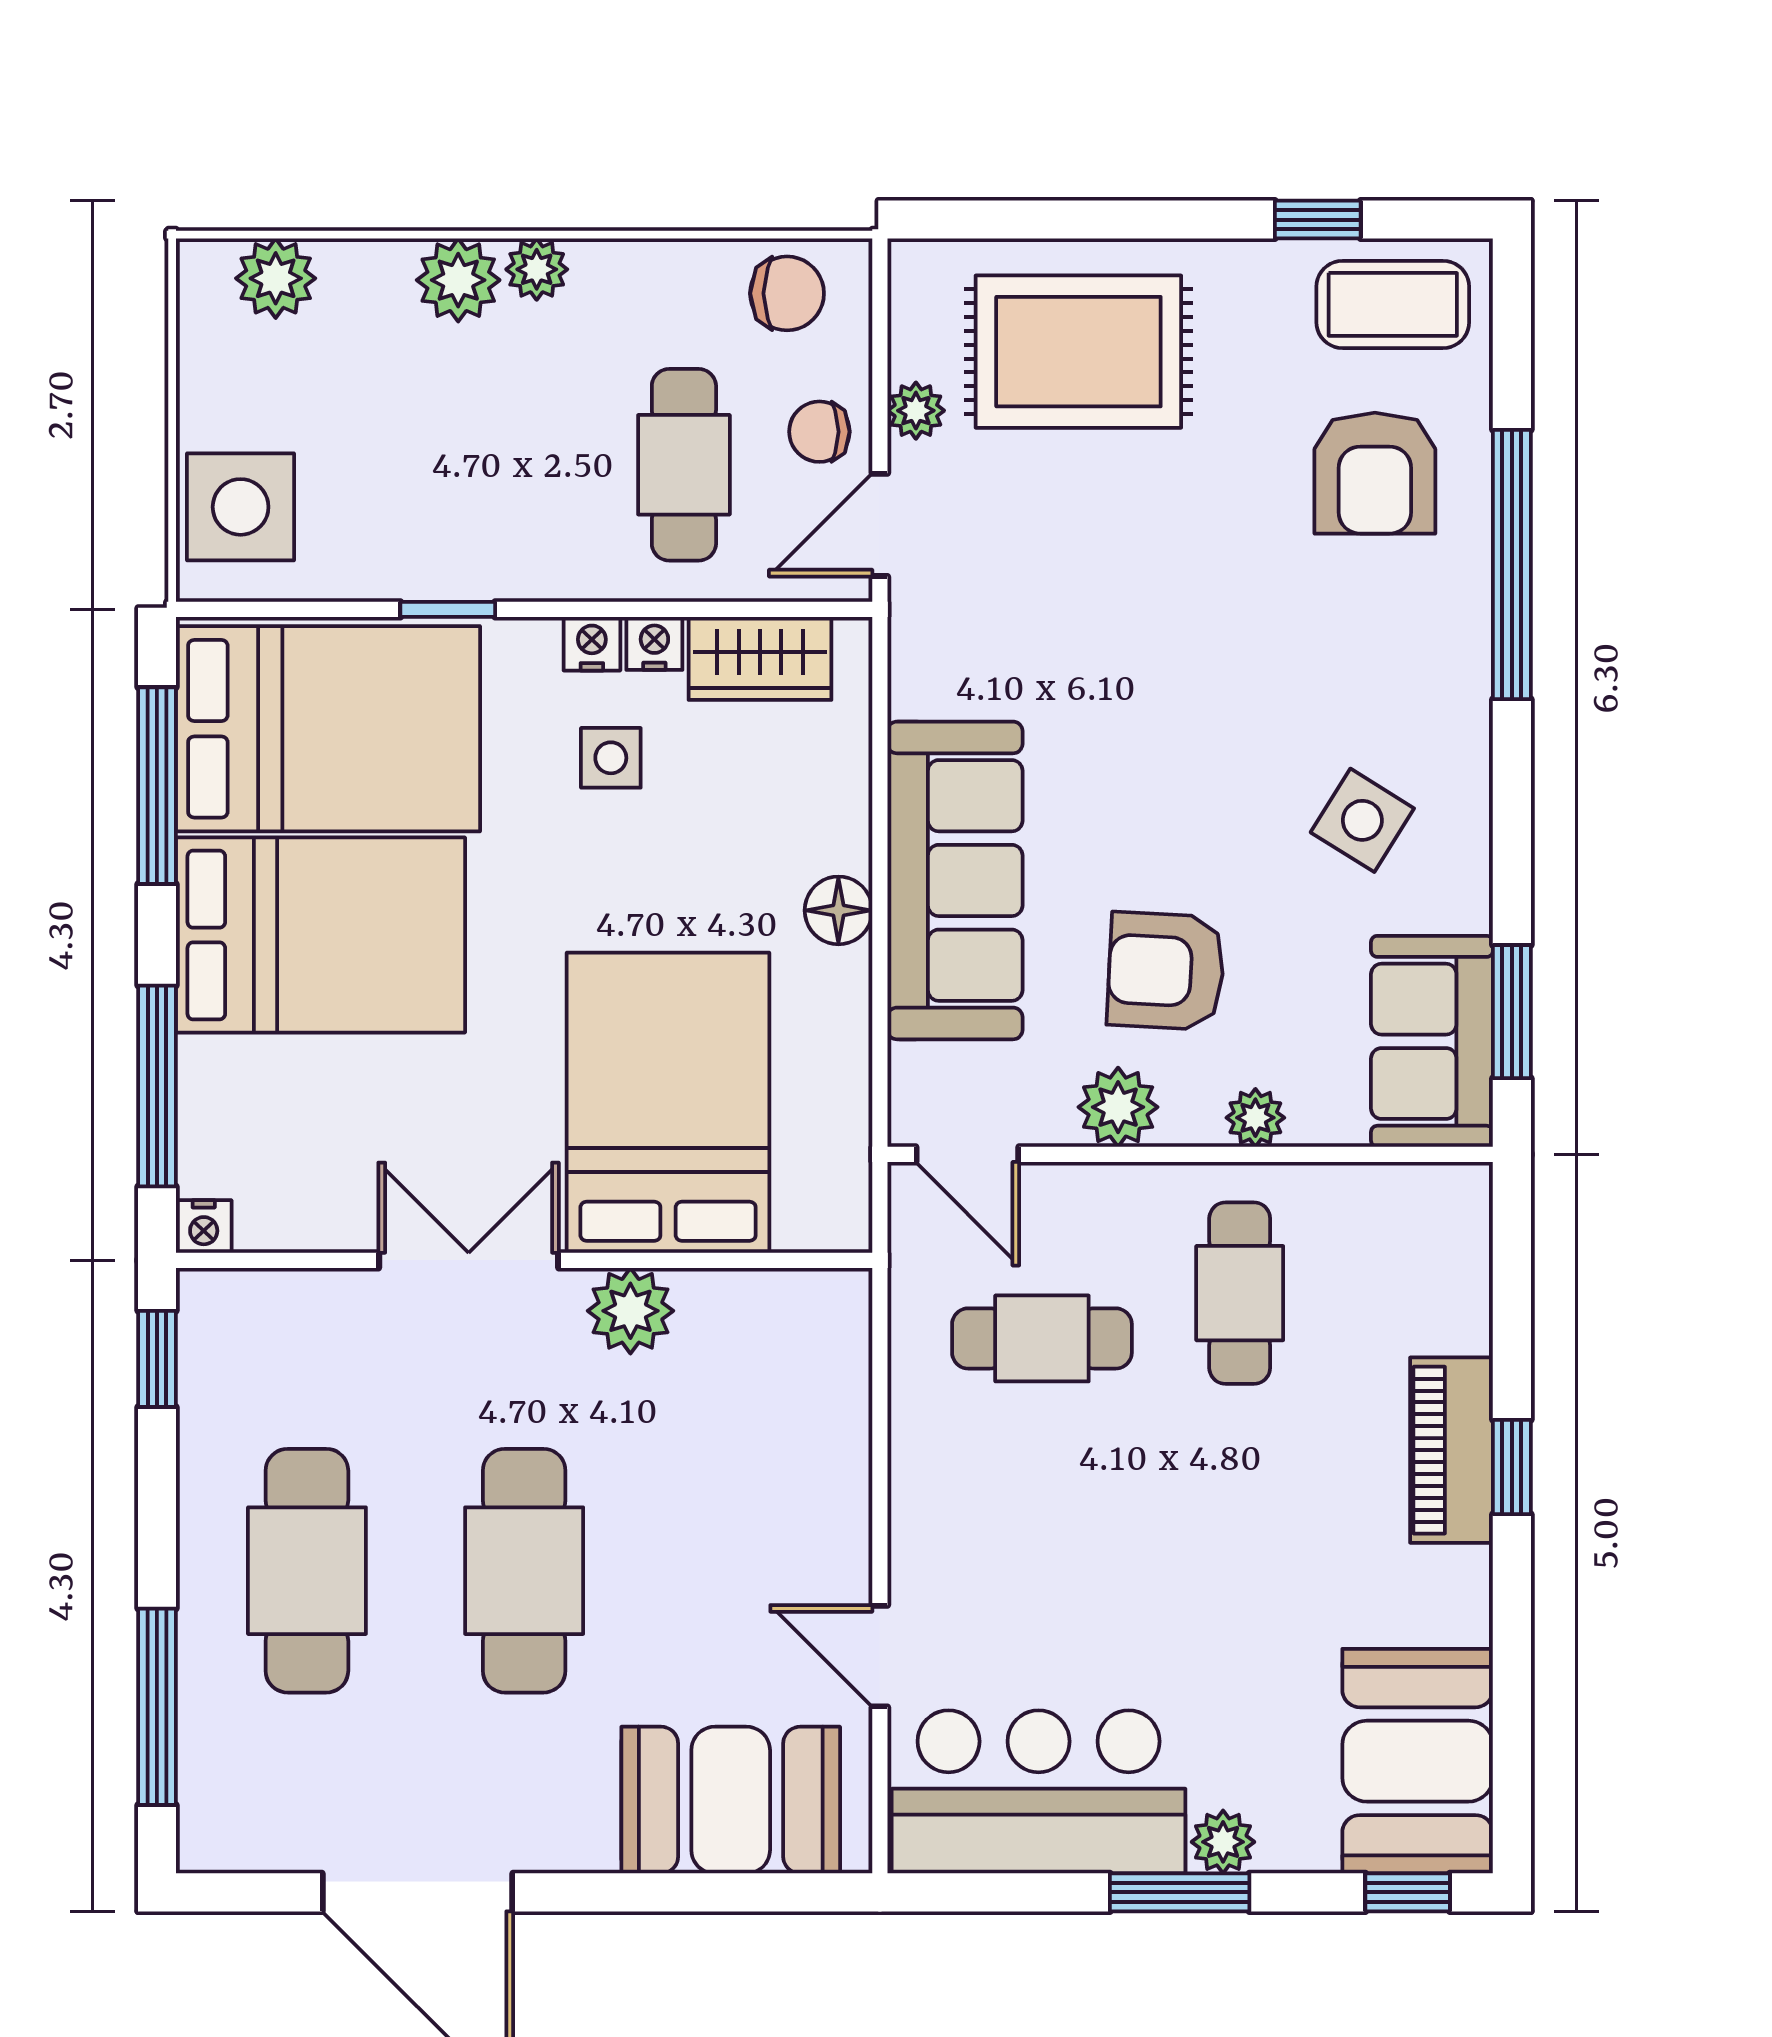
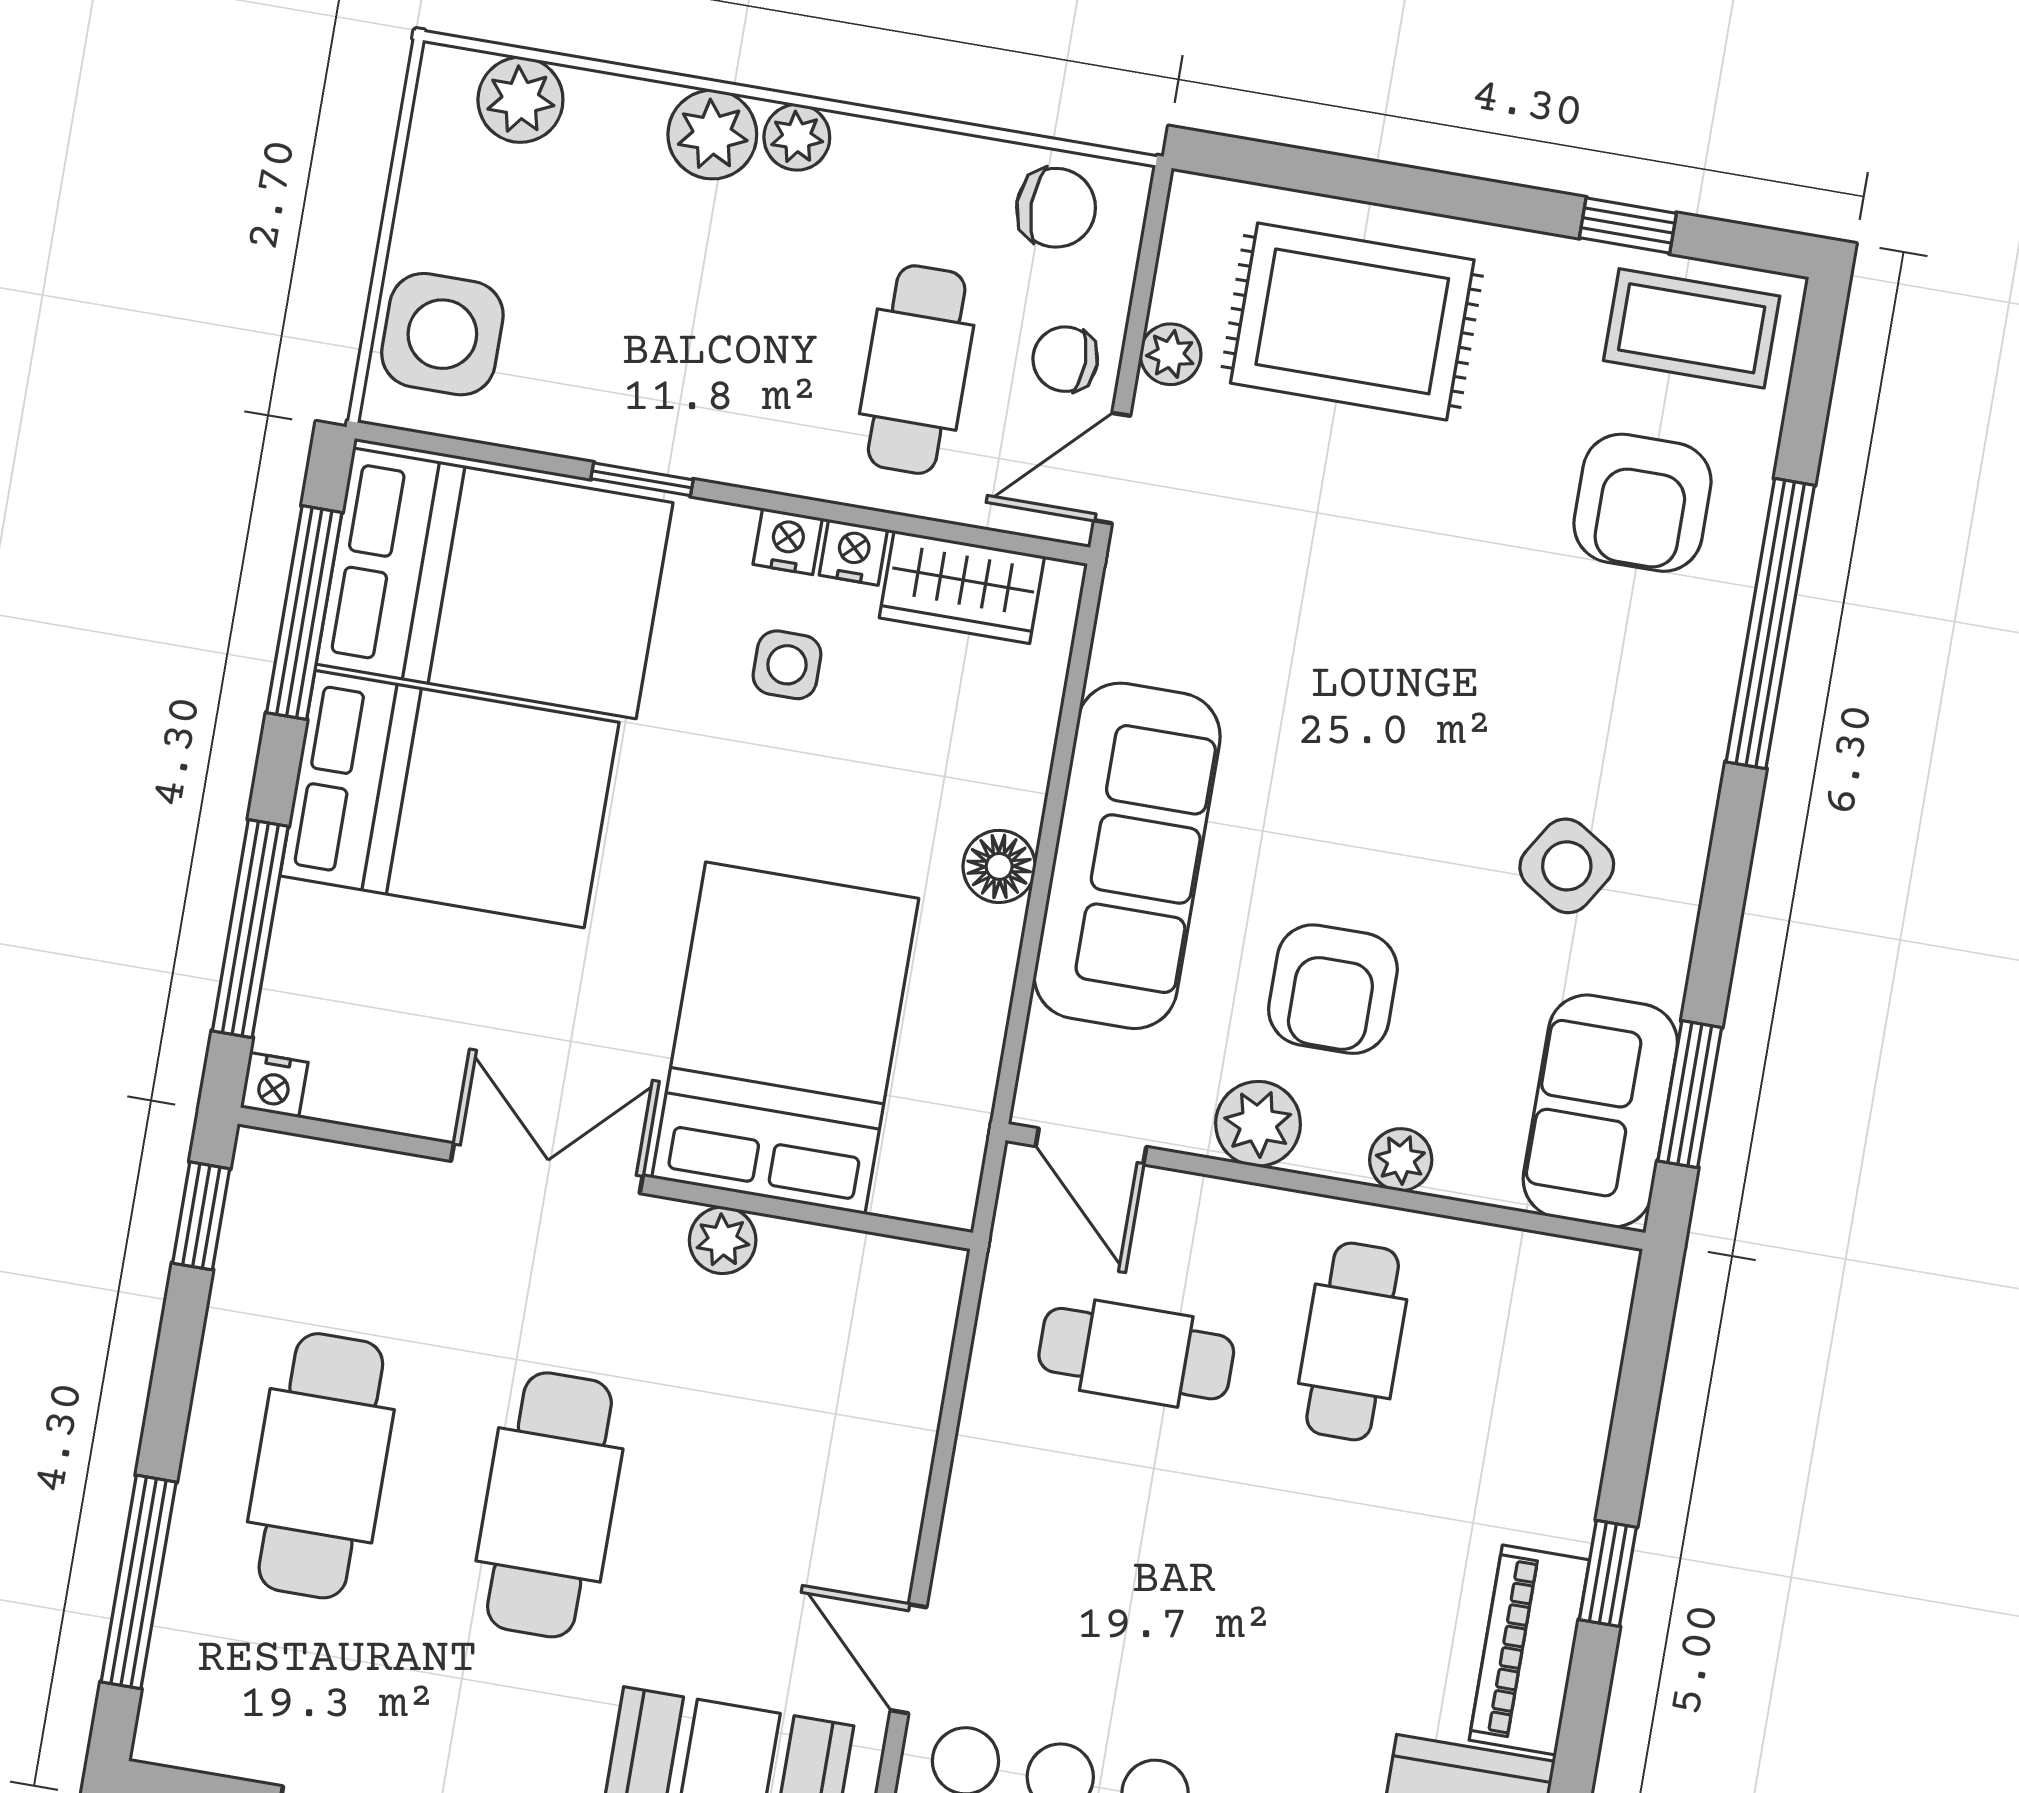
armchair: (1166, 971) -> (1333, 989), turned -93
plant: (630, 1311) -> (723, 1240), width x0.73, depth x0.73
piano: (1452, 1450) -> (1529, 1650), moved

